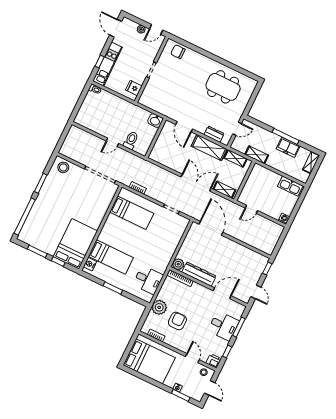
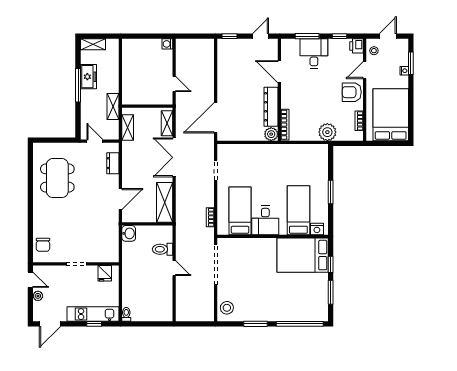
shelving: (209, 148) -> (165, 202), moved
kitchen sink: (290, 186) -> (129, 54), removed
desk: (148, 280) -> (265, 220), moved, turned 180
armchair: (177, 321) -> (352, 92), moved

